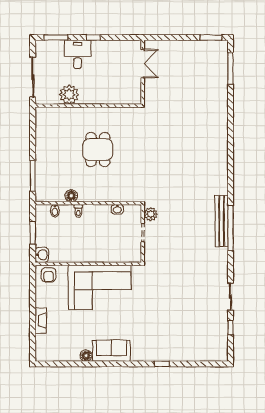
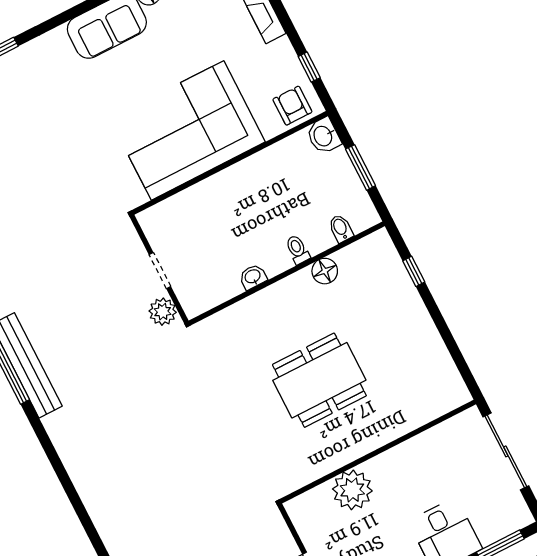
plant: (69, 95) -> (352, 490), moved
dining table: (98, 150) -> (319, 380), width x1.38
window: (33, 176) -> (414, 271), width x0.46
washbasin: (117, 209) -> (253, 277), moved
window: (33, 288) -> (309, 67), added

